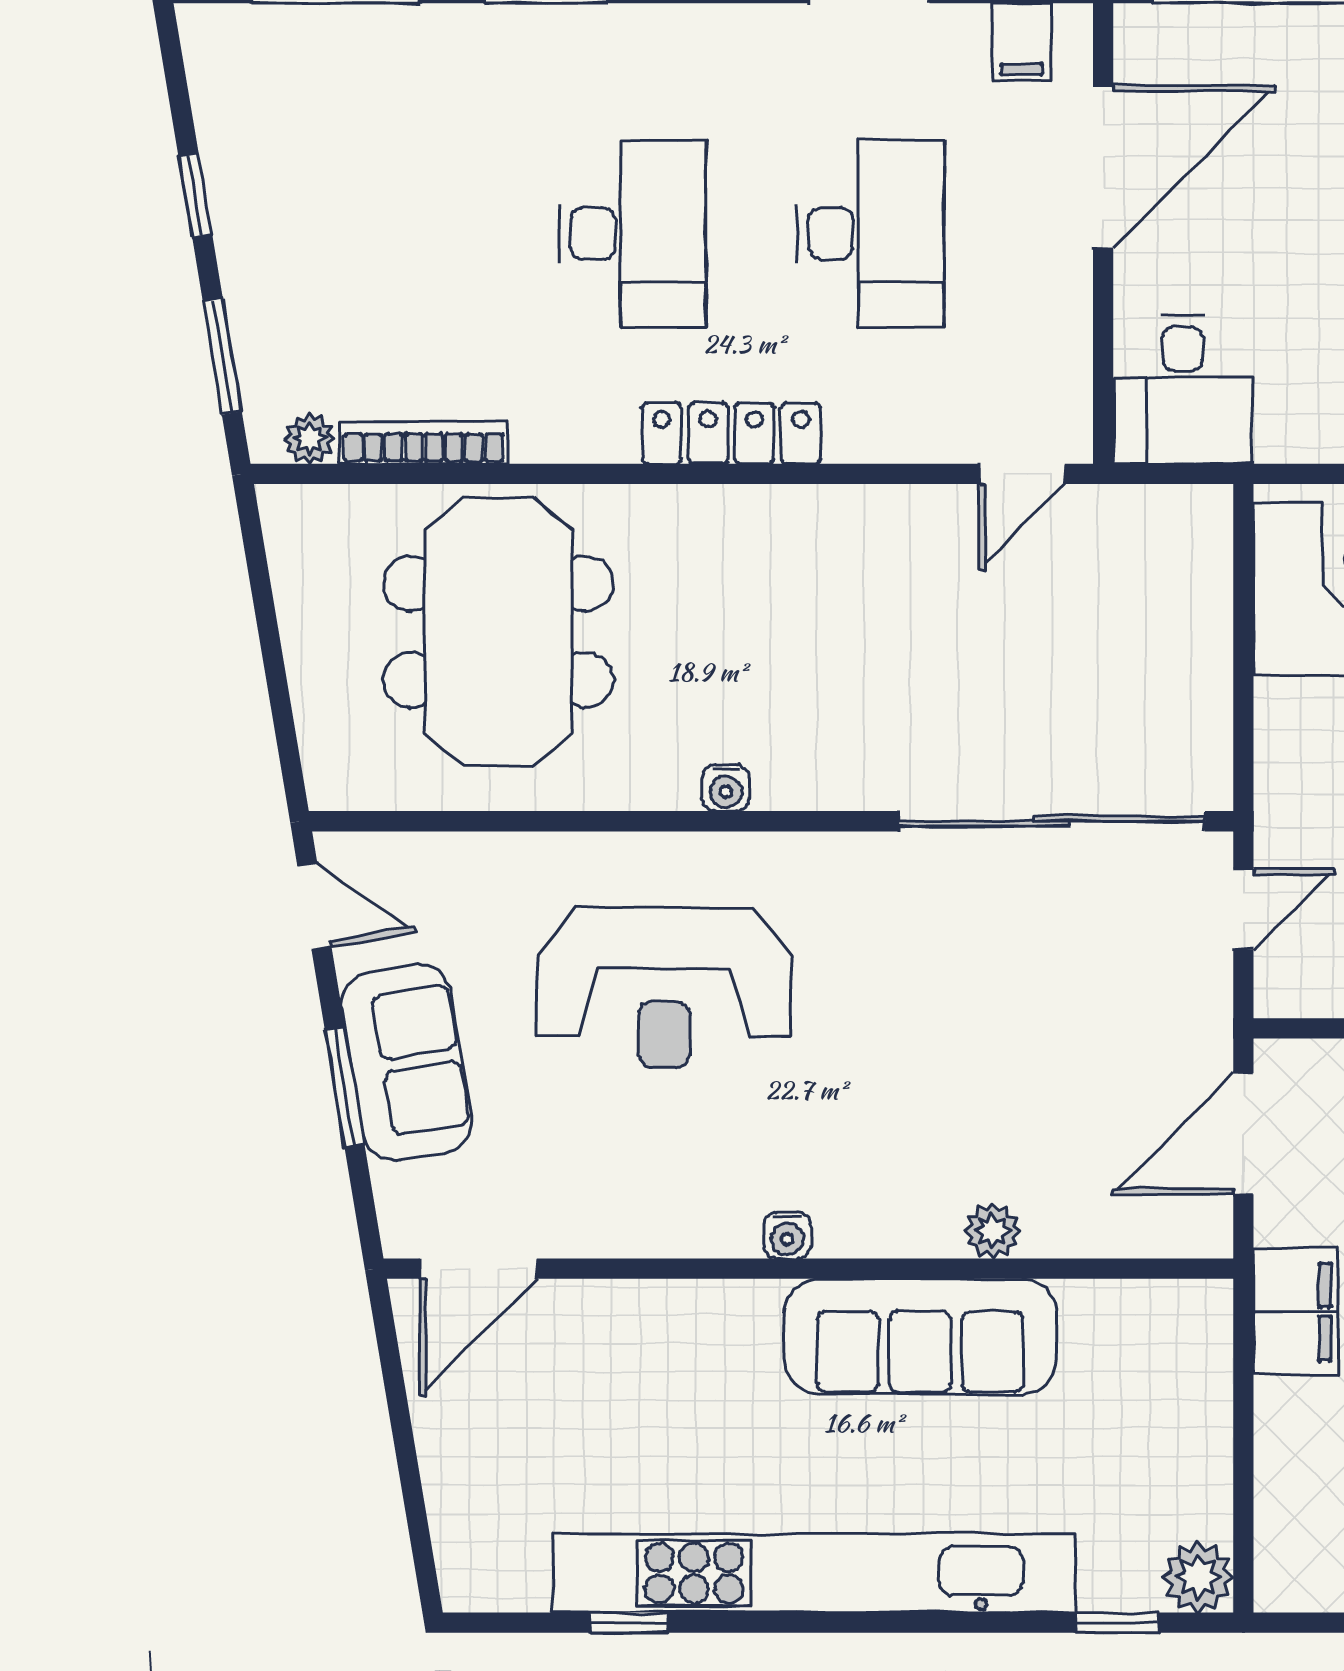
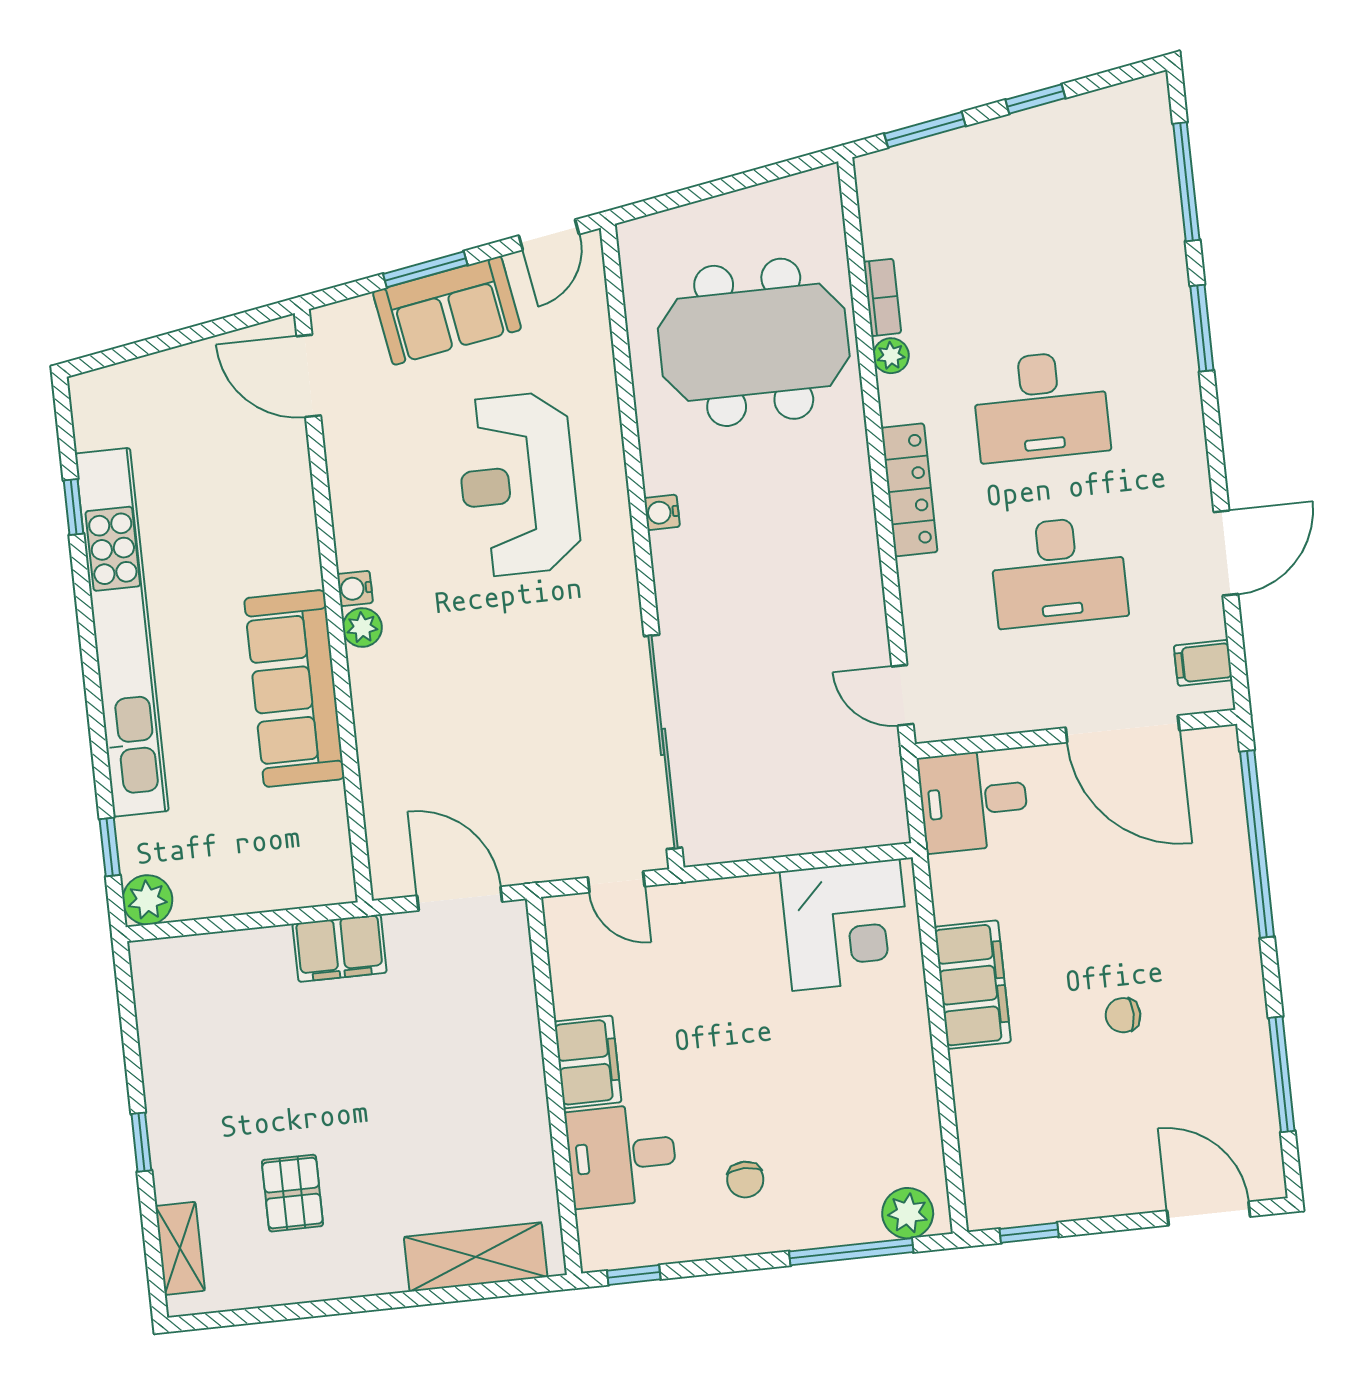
plant: (309, 439) -> (891, 356), moved
bookcase: (424, 442) -> (882, 297), width x0.64
plant: (992, 1231) -> (362, 627), moved

